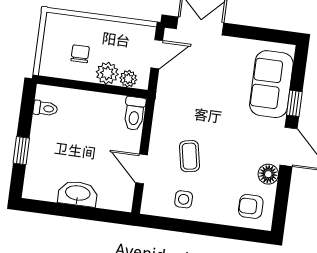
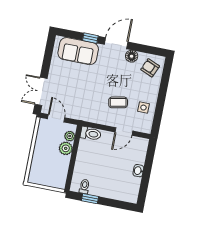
chair: (80, 54) -> (53, 164), removed
window: (21, 151) -> (90, 199), moved
washbasin: (78, 194) -> (138, 171), width x0.52, depth x0.69
armchair: (251, 206) -> (150, 68), turned 113

